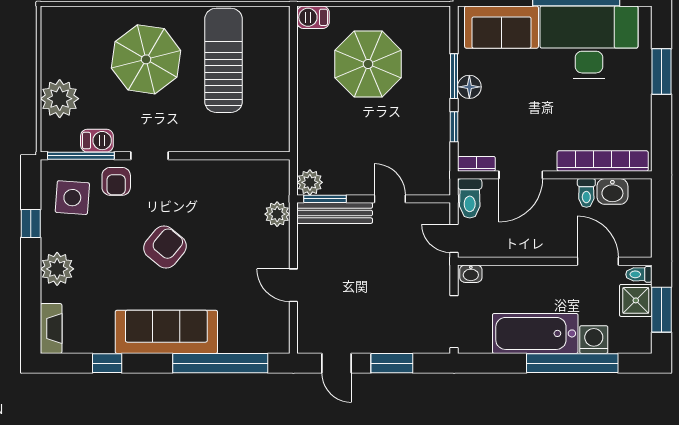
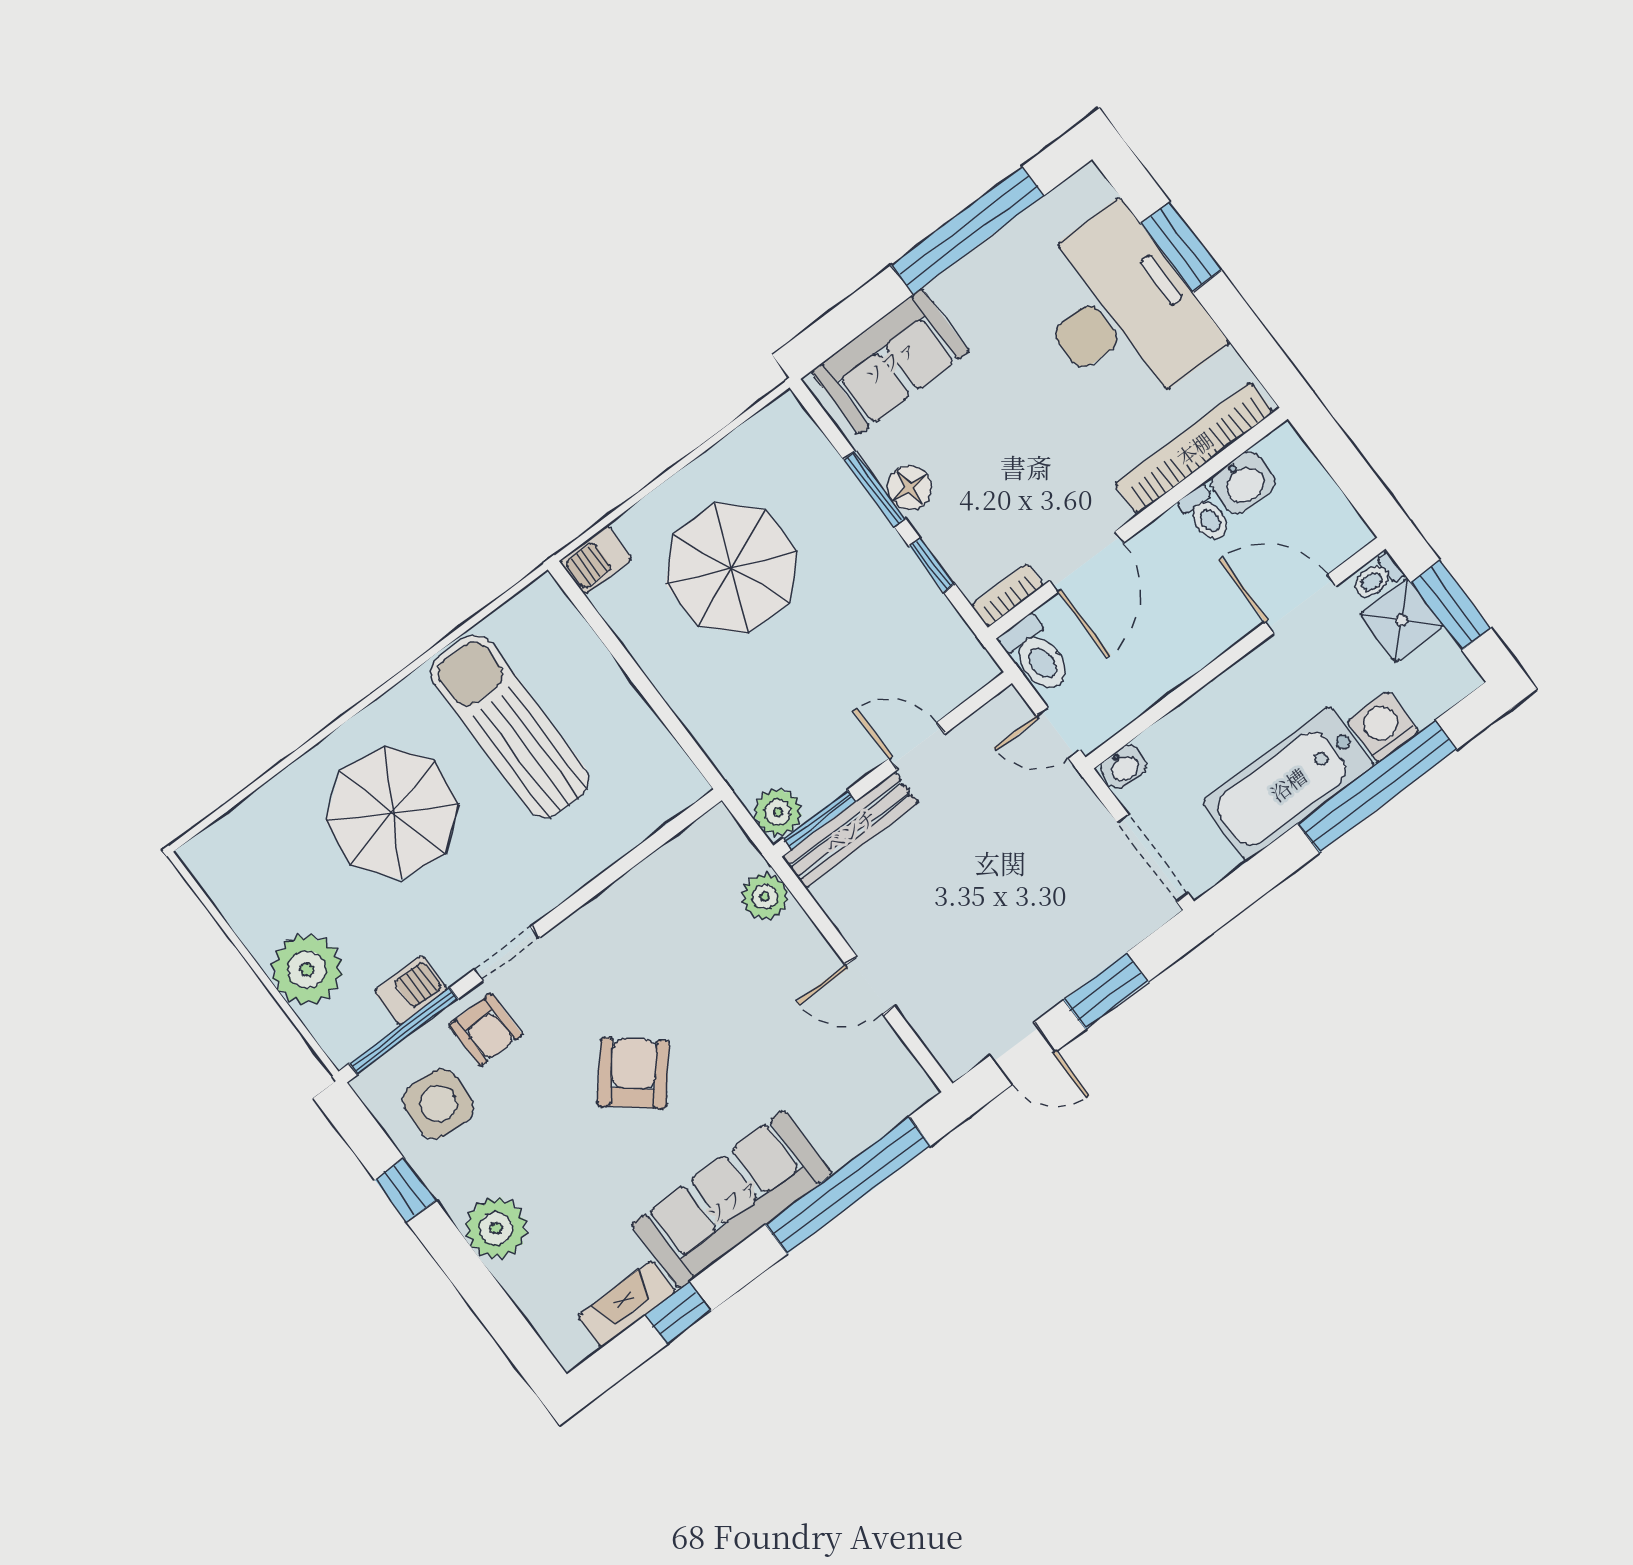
desk: (589, 42) -> (1120, 311), moved, turned 90
fireplace: (51, 328) -> (627, 1304), moved, turned -90

